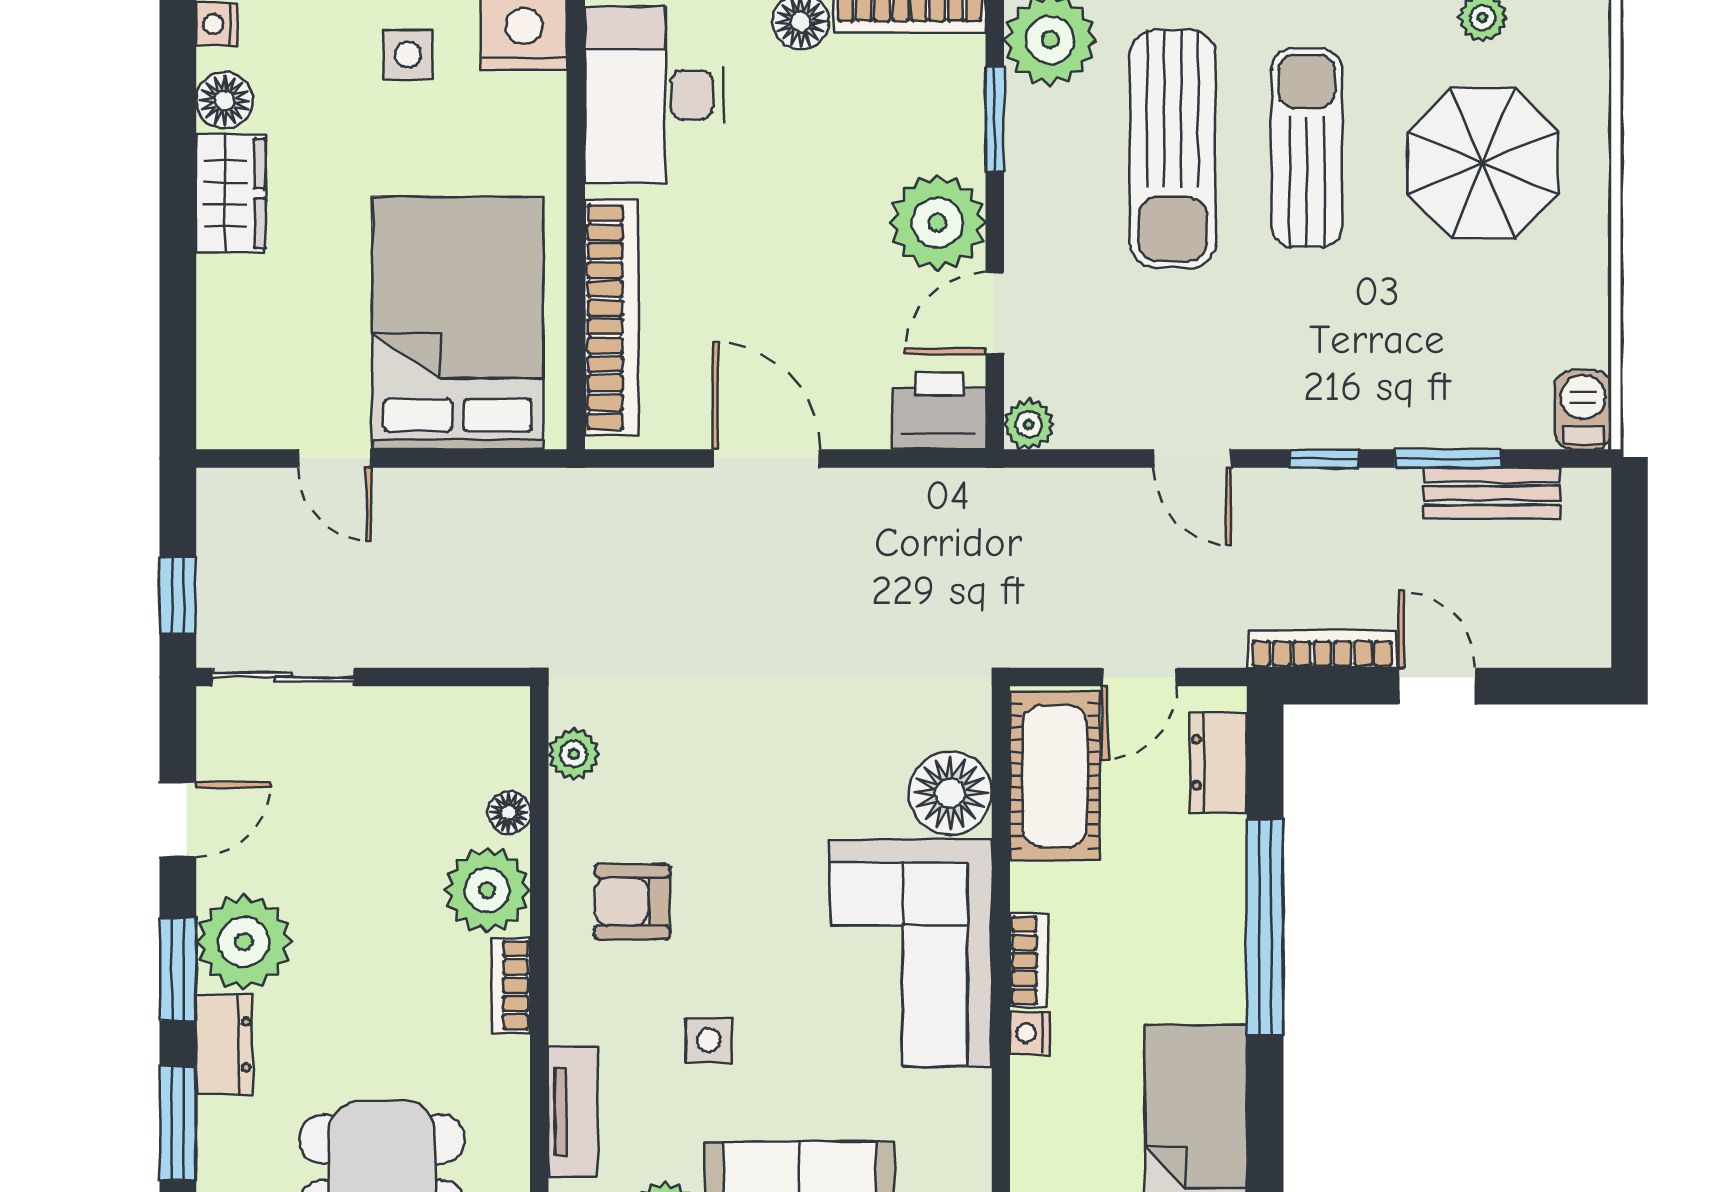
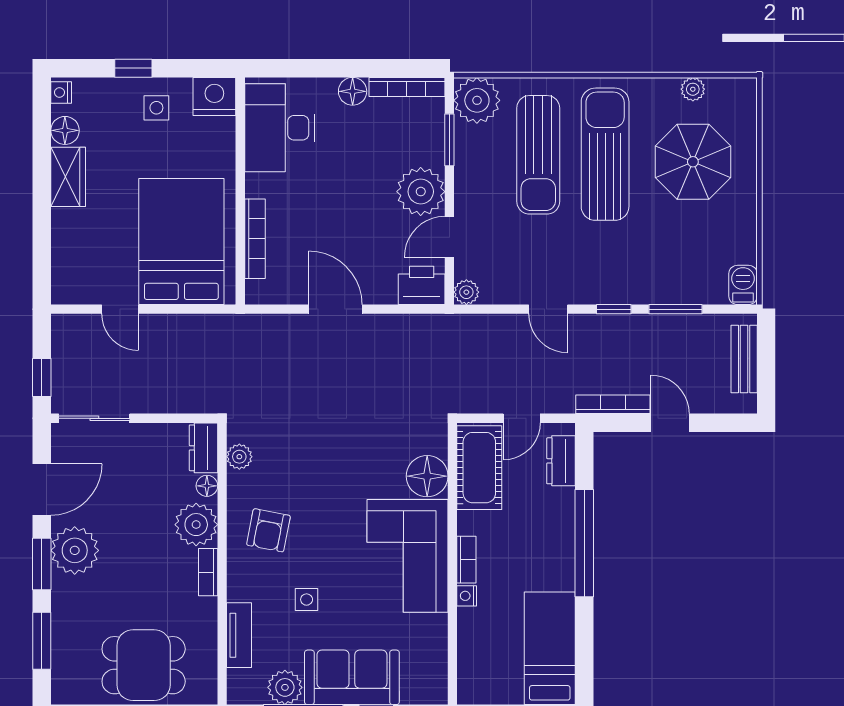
sun lounger: (1307, 148) -> (605, 154), width x1.36, depth x1.34
bookcase: (612, 317) -> (255, 239), width x0.68, depth x0.76
bench: (1492, 493) -> (744, 359), moved, turned 90
door: (178, 820) -> (42, 489), width x1.38
armchair: (632, 902) -> (268, 530), turned -79
dresser: (224, 1045) -> (203, 448), moved, turned 180

